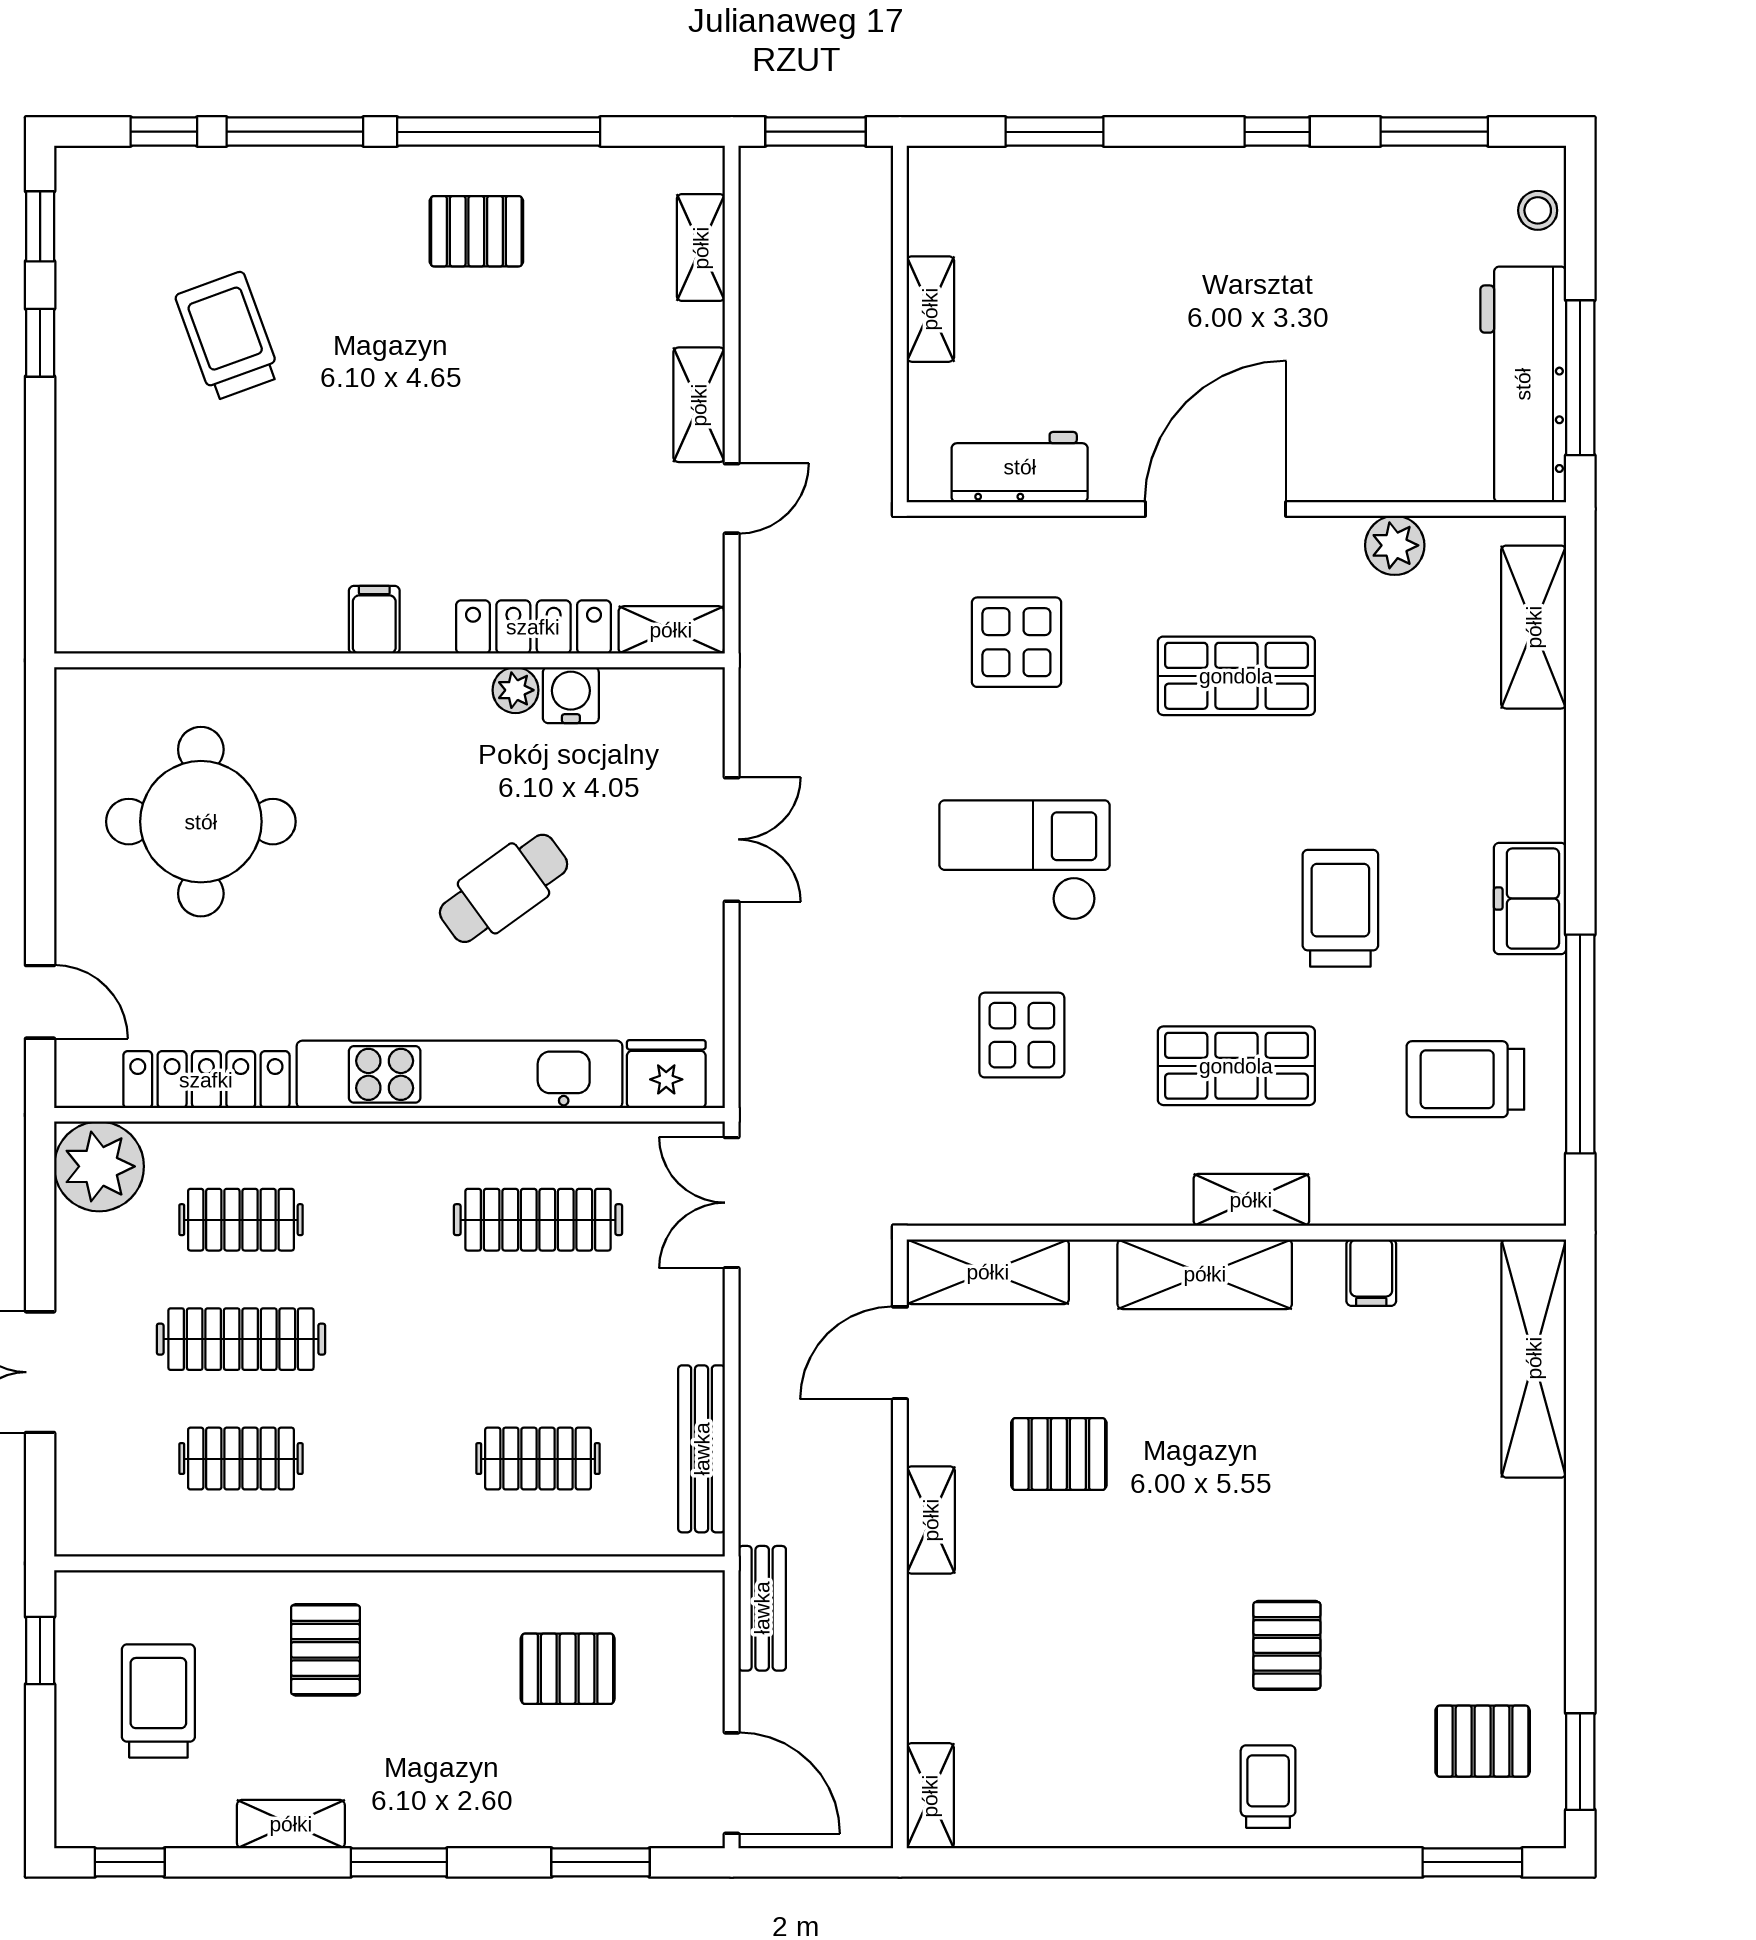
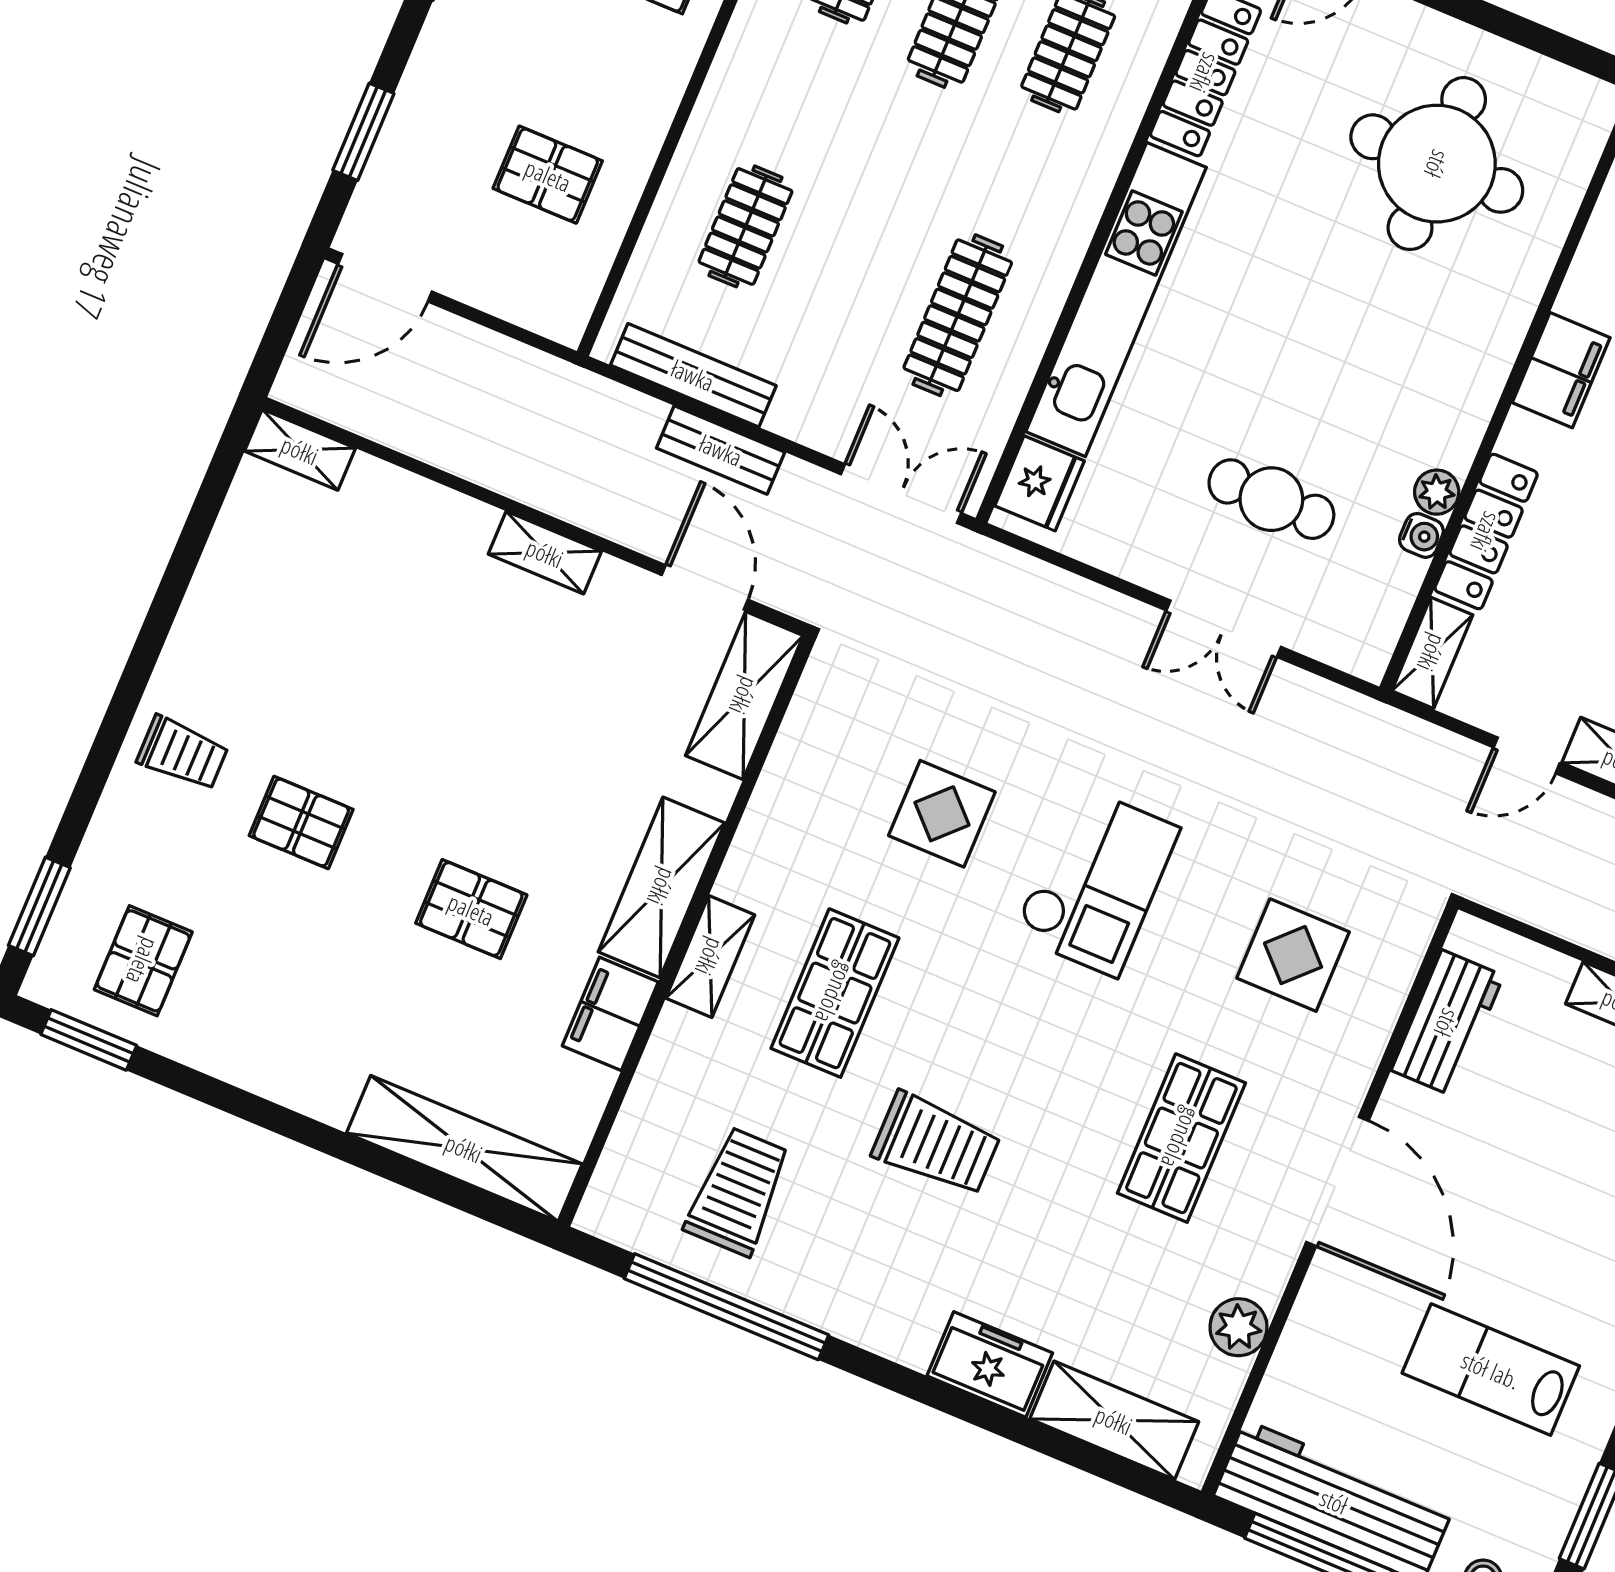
lab bench: (1334, 287) -> (1491, 1370), added
door: (732, 498) -> (1527, 755), hinge flipped
filing cabinet: (374, 620) -> (1561, 370), width x2.00
water cooler: (571, 695) -> (1421, 535), width x0.72, depth x0.72
cafe table: (504, 888) -> (1271, 499), moved, turned -54
freezer: (1530, 899) -> (990, 1364), moved
filing cabinet: (1371, 1273) -> (610, 1014), width x2.00
pallet: (1059, 1454) -> (471, 909), moved, turned 90
bench: (762, 1608) -> (721, 450), moved
pallet: (568, 1669) -> (548, 175), turned 90

